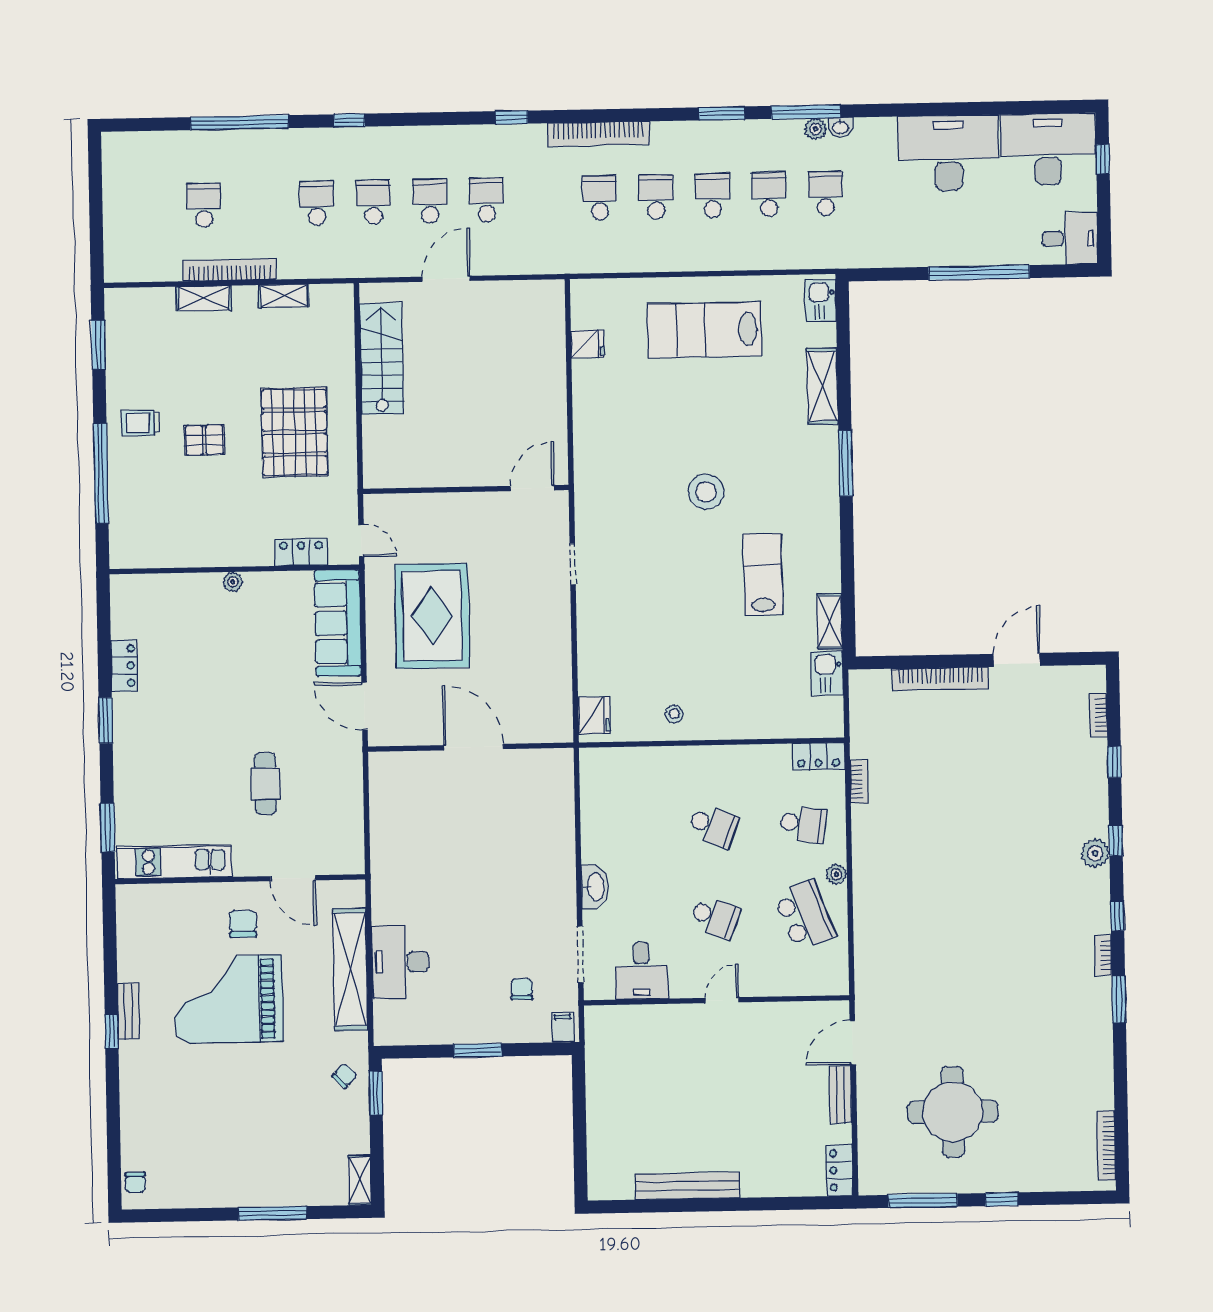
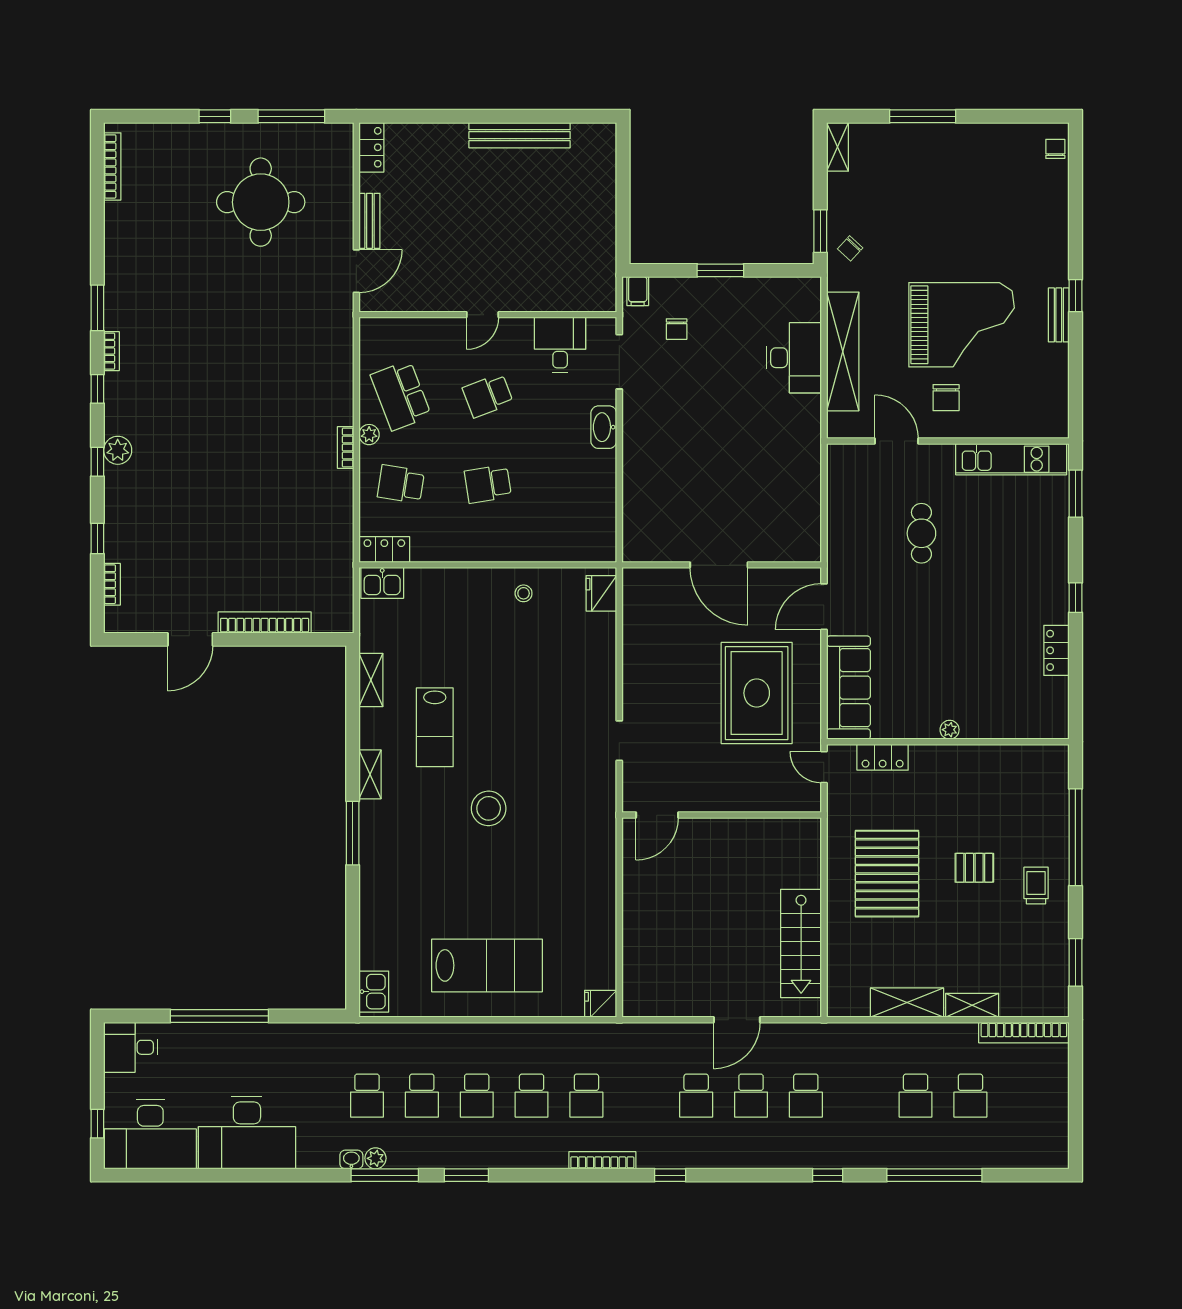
bookcase: (598, 134) -> (602, 1160), width x0.68, depth x0.76
school desk: (317, 203) -> (916, 1096), moved
bookcase: (229, 270) -> (1024, 1033), moved
shelving: (284, 296) -> (907, 1003), width x1.50, depth x1.33
fridge: (588, 344) -> (601, 1004), moved
shelving: (822, 386) -> (370, 774), moved, width x0.67, depth x0.75
trolley: (141, 423) -> (1036, 886), turned -90
kitchen sink: (827, 673) -> (382, 583), moved, turned 90
door: (364, 706) -> (824, 607), swing flipped
window: (106, 720) -> (1075, 598), width x0.67
bookcase: (859, 782) -> (346, 447), moved
school desk: (713, 826) -> (488, 484), turned -30
school desk: (715, 917) -> (488, 395), turned -42

